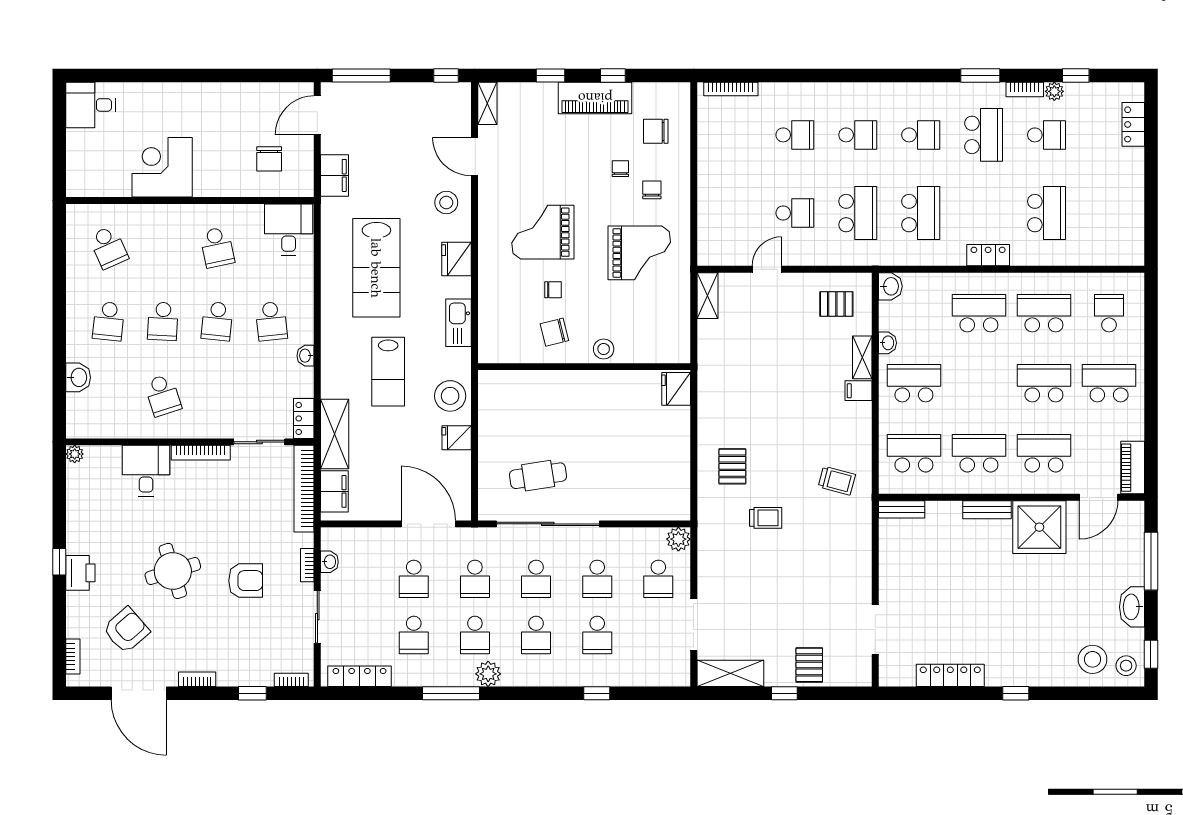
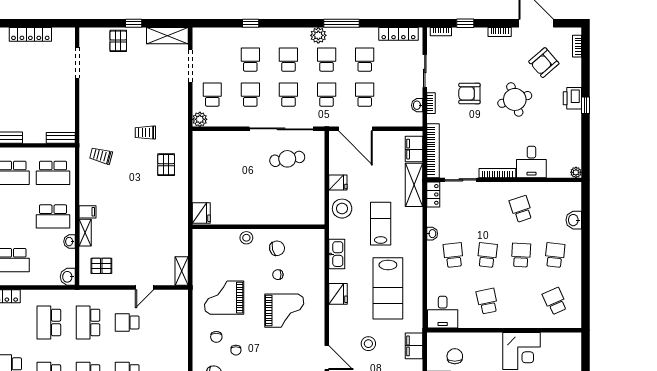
stool: (446, 203) -> (368, 344), moved
lab bench: (376, 268) -> (388, 288), turned 180

